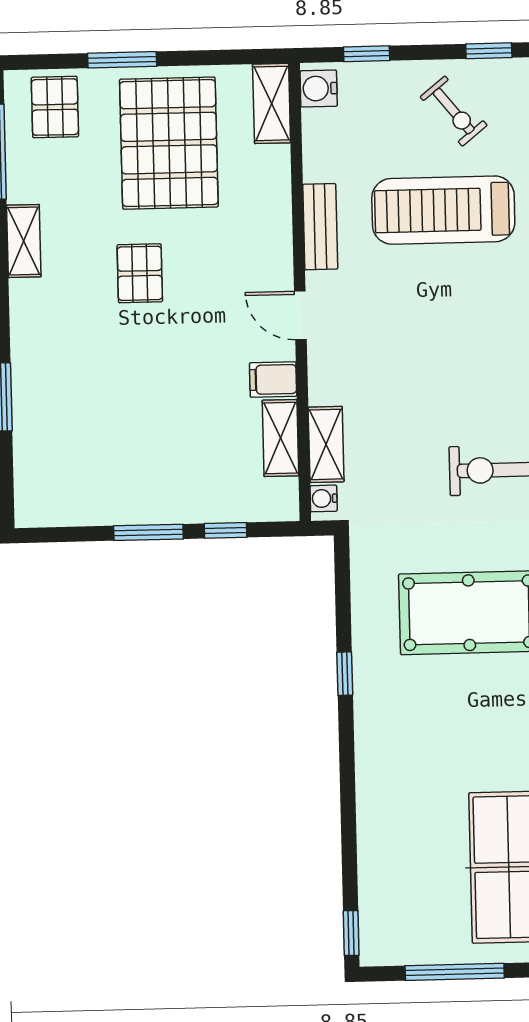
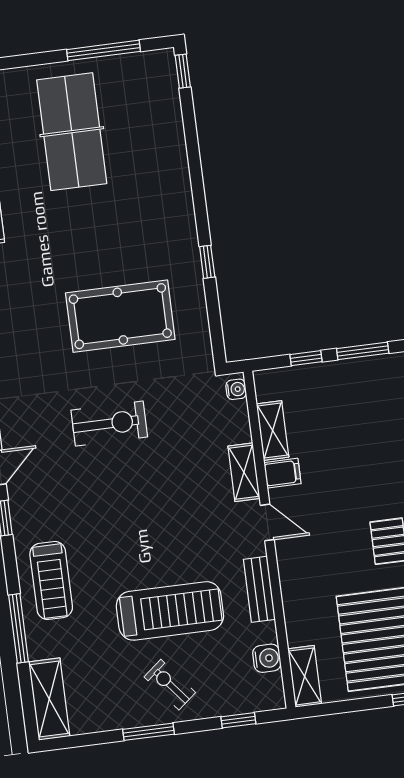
window: (489, 51) -> (149, 732), width x1.50
water cooler: (319, 88) -> (267, 658), moved
shelving: (326, 444) -> (244, 472), moved

